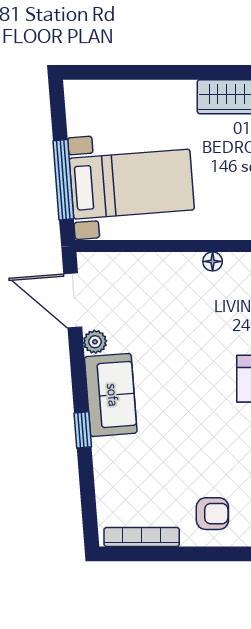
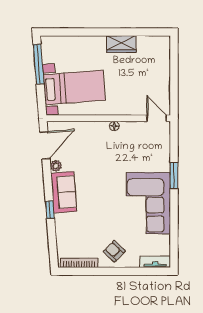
window: (63, 180) -> (39, 64), moved
door: (73, 300) -> (45, 145), swing flipped
armchair: (212, 514) -> (114, 251), turned -136

